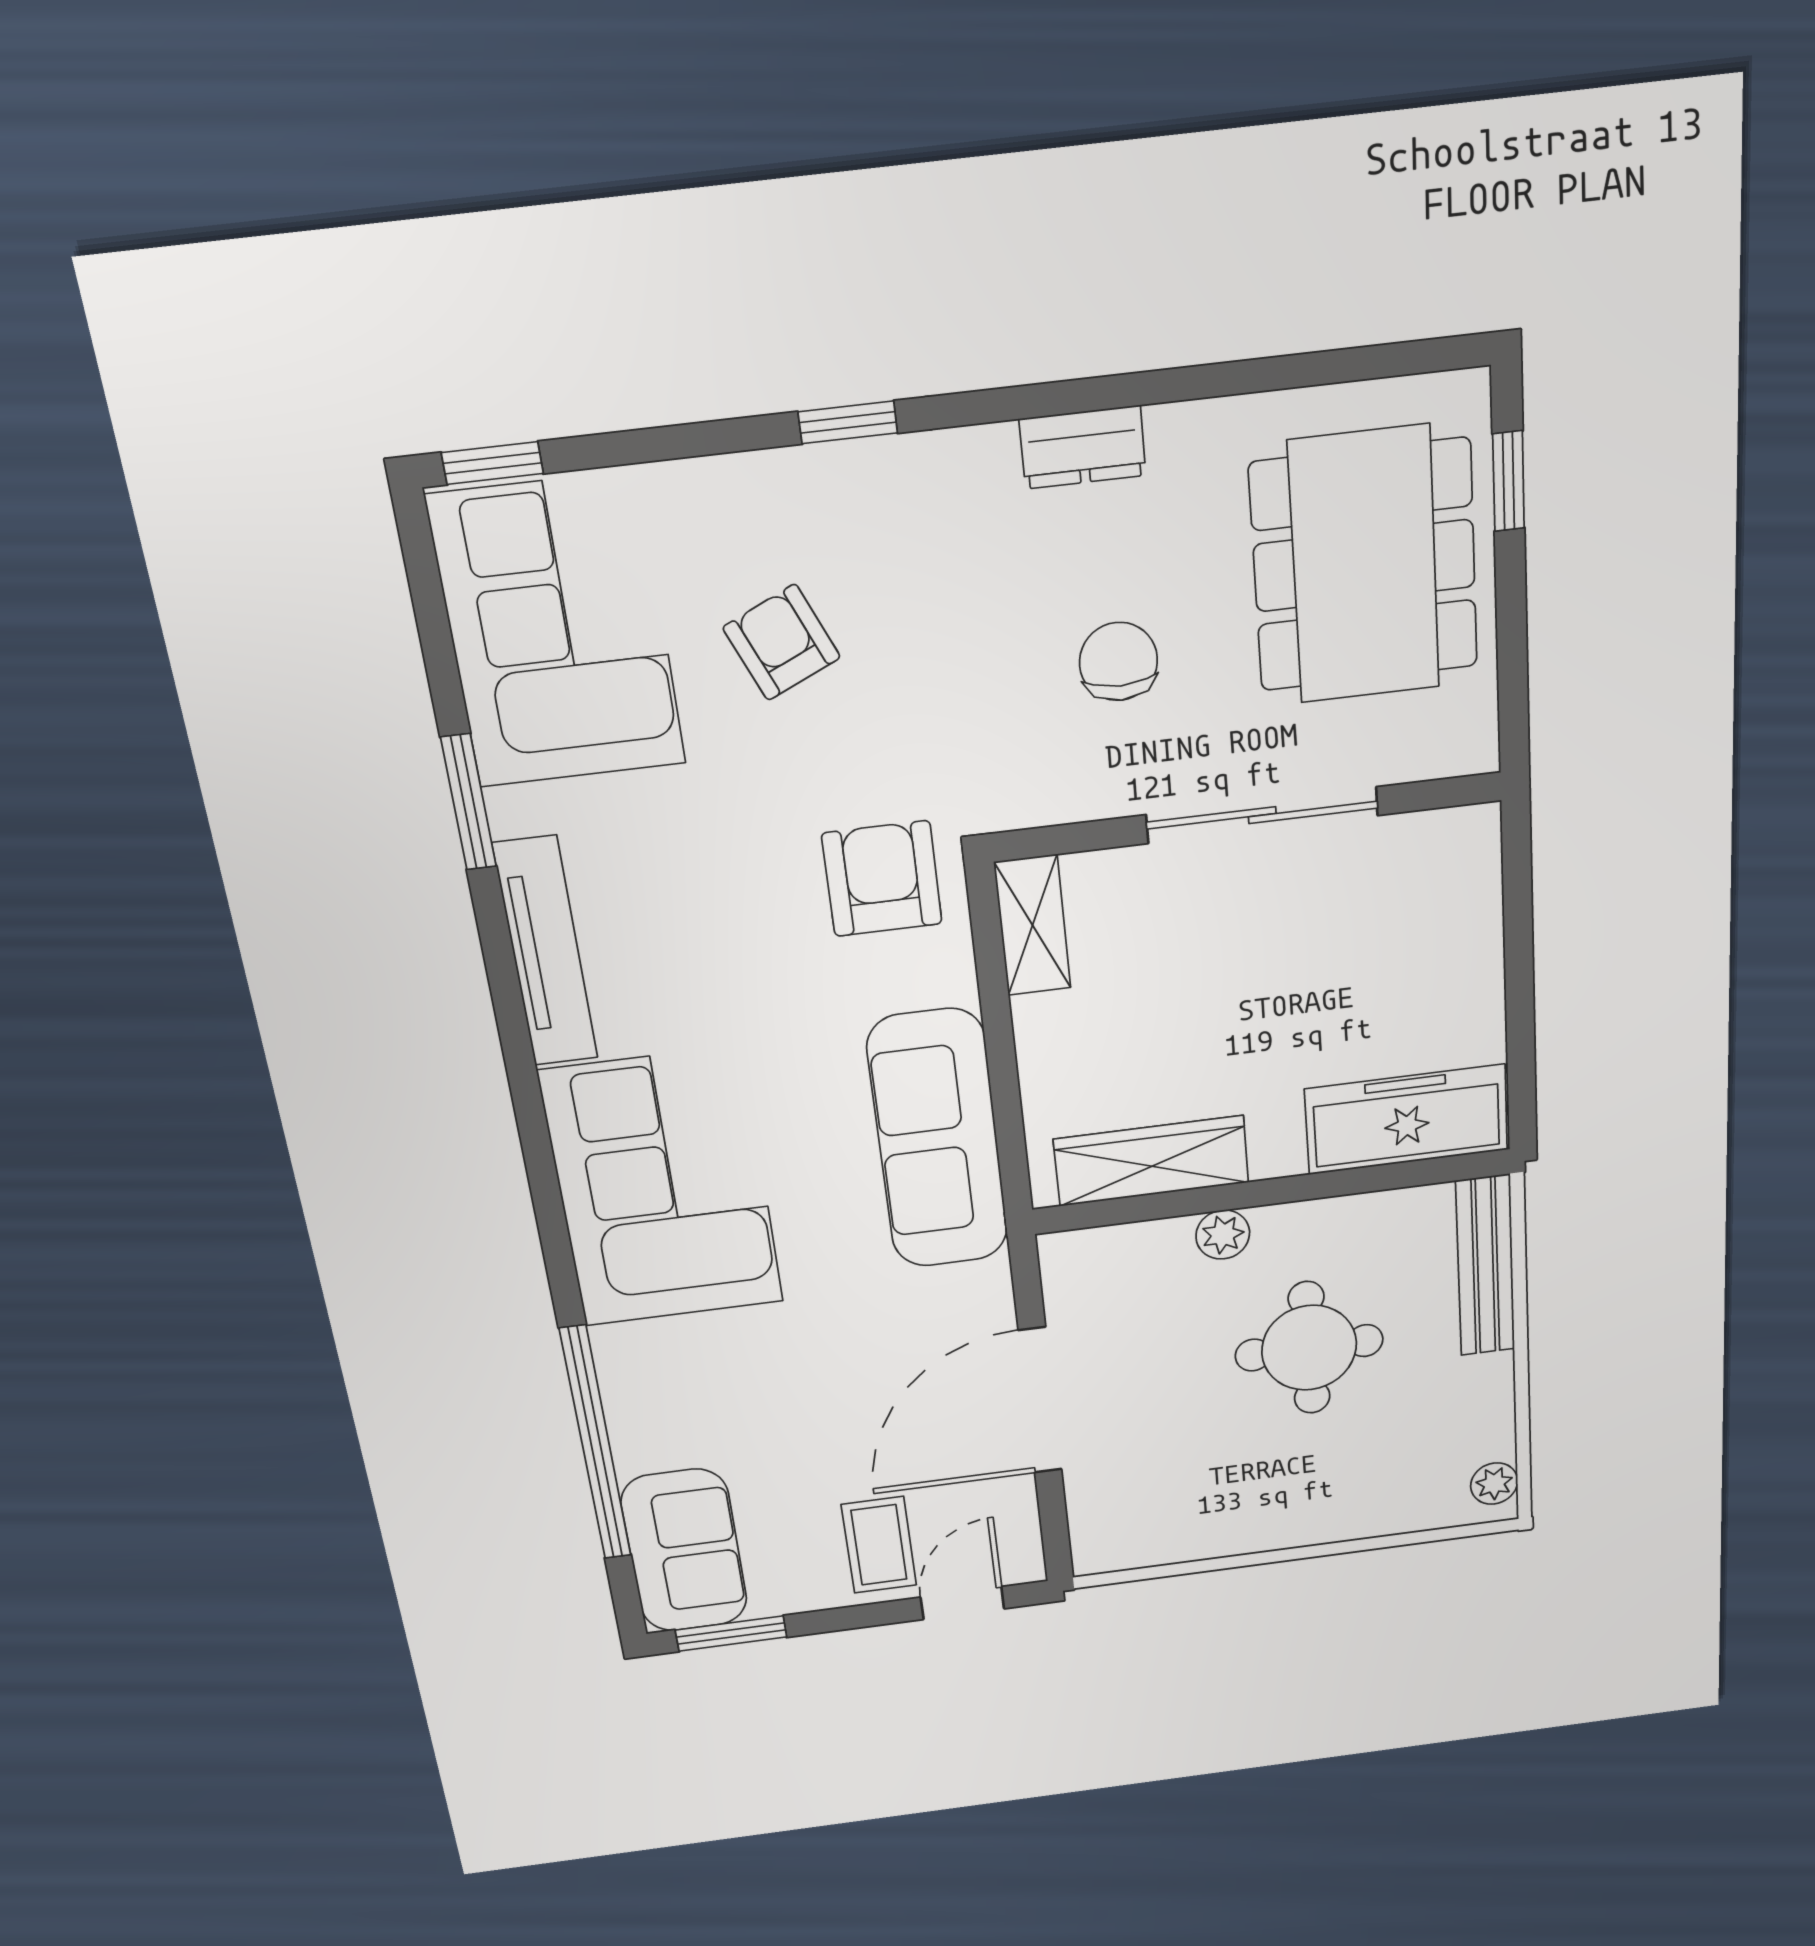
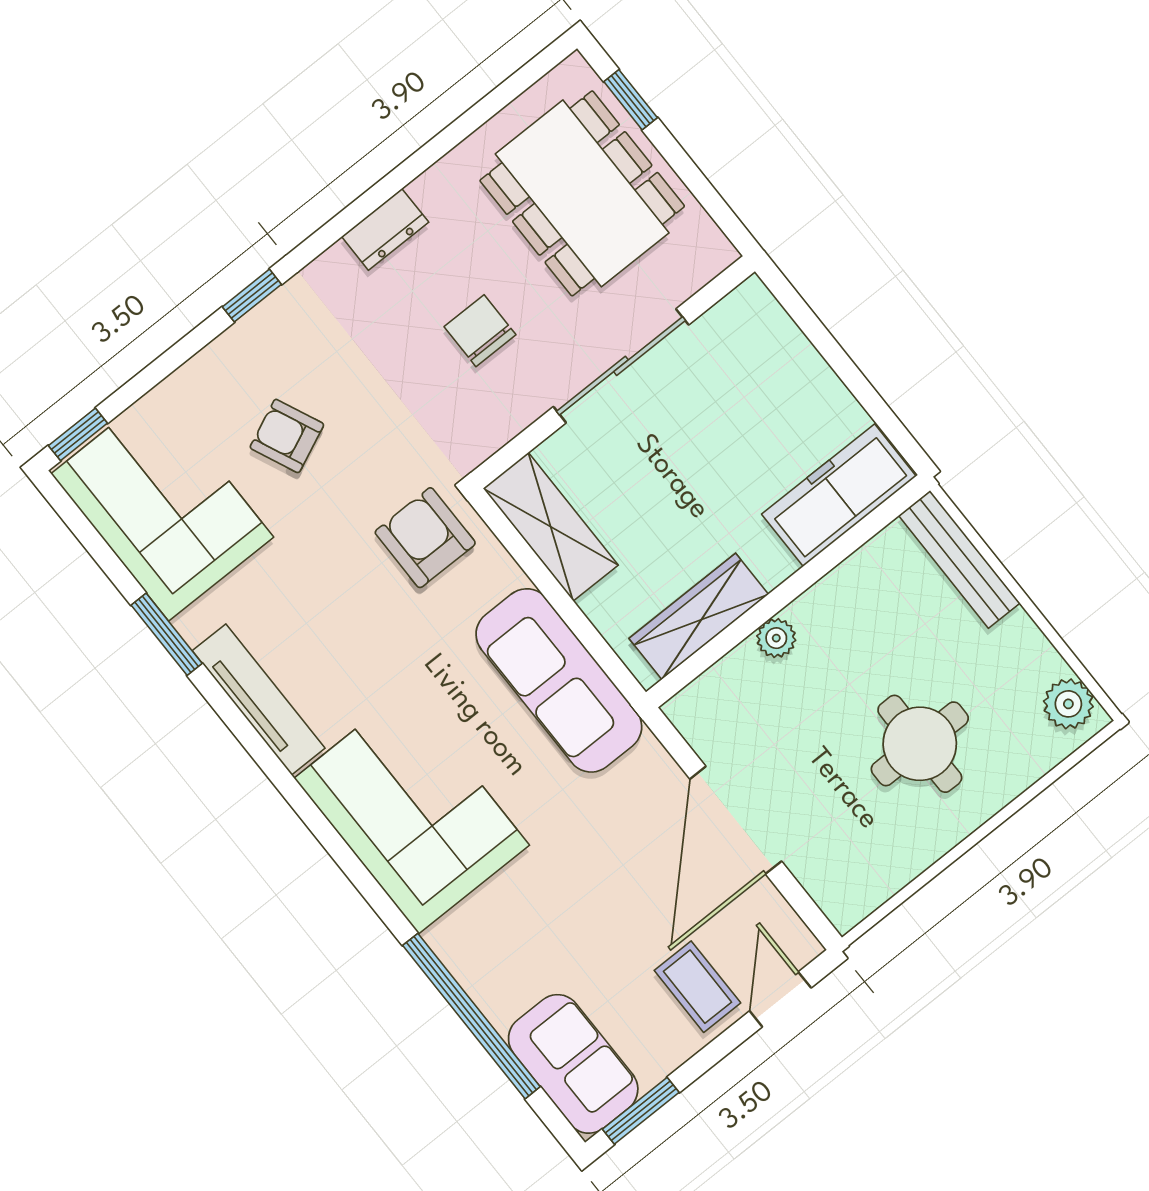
shelving: (1033, 925) -> (551, 527), width x1.50, depth x1.33
round table: (1309, 1348) -> (920, 744), moved
plant: (1494, 1484) -> (1068, 704), width x1.38, depth x1.38

